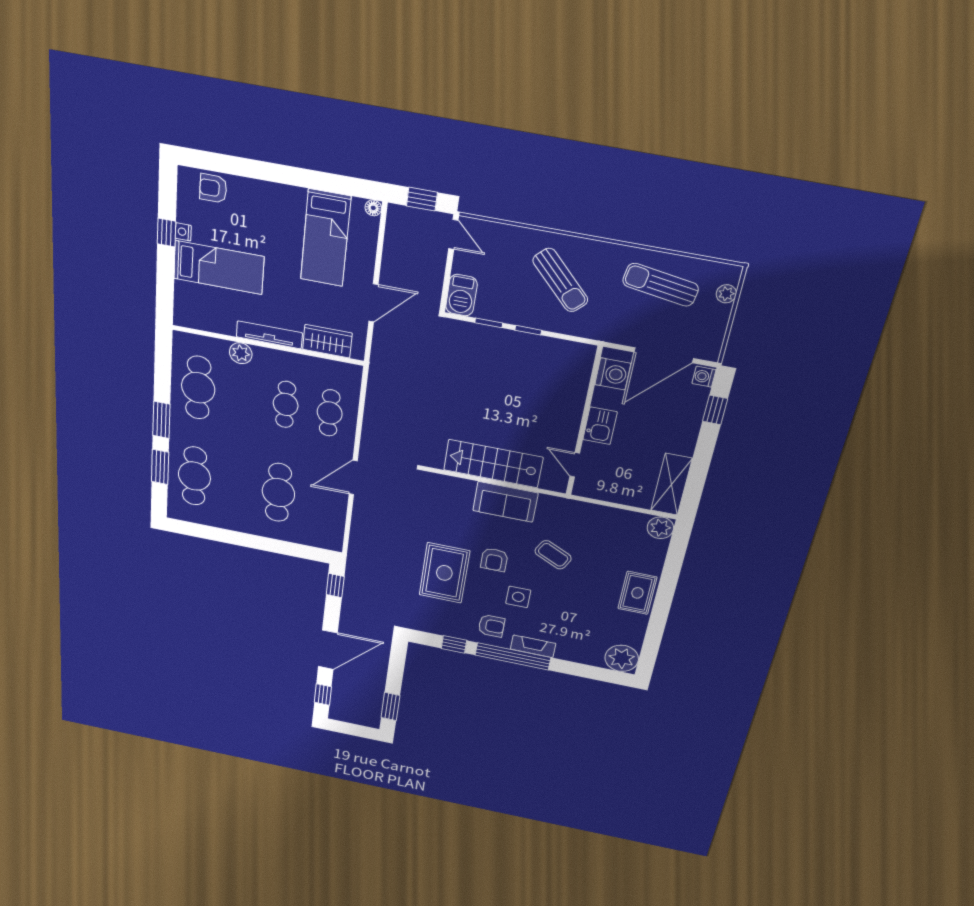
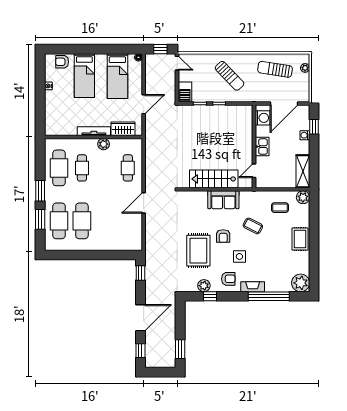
window: (166, 232) -> (40, 88), removed
bed: (219, 268) -> (84, 76), moved, turned 90
plant: (241, 353) -> (104, 144), moved
washing machine: (704, 377) -> (305, 135), moved
cafe table: (286, 404) -> (82, 168), moved
door: (575, 465) -> (254, 171), hinge flipped
cafe table: (278, 493) -> (82, 221), moved
coffee table: (611, 536) -> (280, 208), added
plant: (446, 627) -> (204, 286), added
window: (513, 656) -> (269, 296), moved

